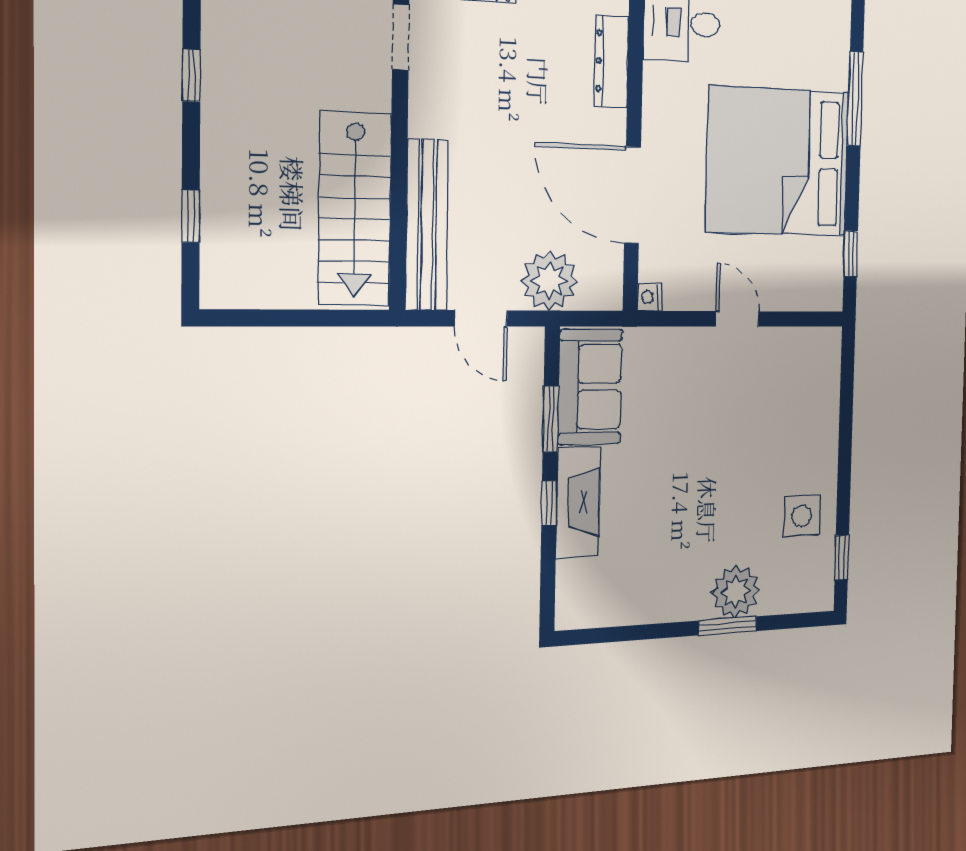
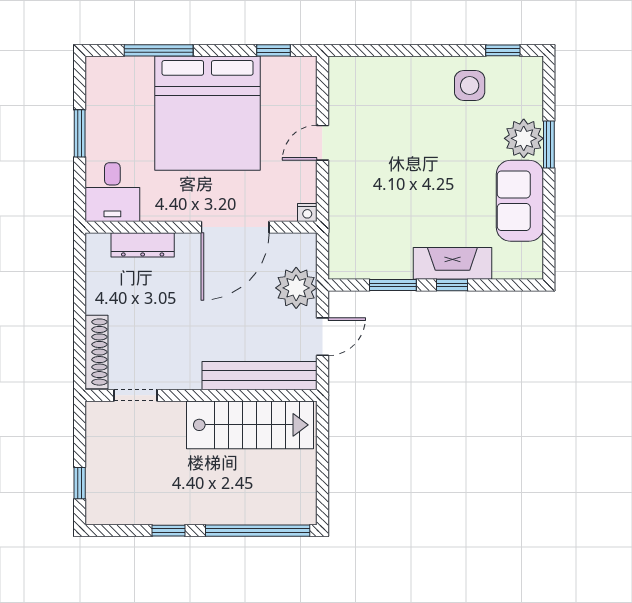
window: (191, 216) -> (258, 531), width x3.17
sofa: (590, 387) -> (520, 201), moved, turned -90

